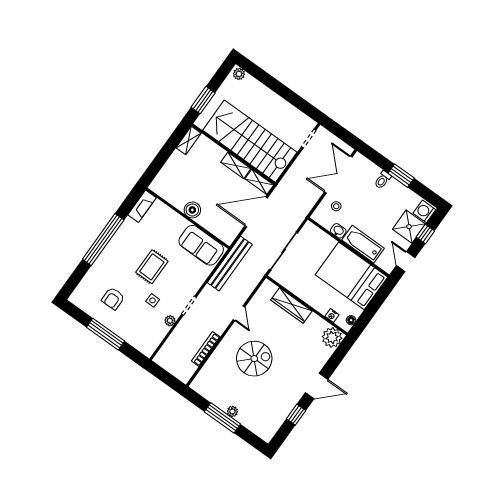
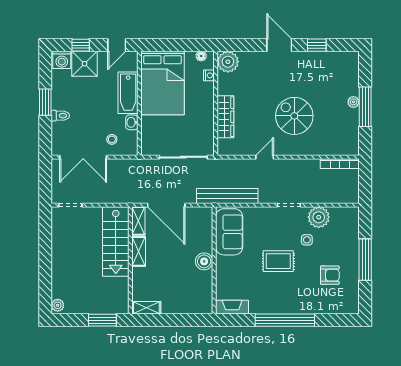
stairs: (250, 141) -> (116, 241), width x0.73, depth x0.66
plant: (170, 321) -> (319, 217), width x1.88, depth x1.88
bookcase: (206, 349) -> (340, 164), moved

